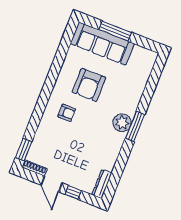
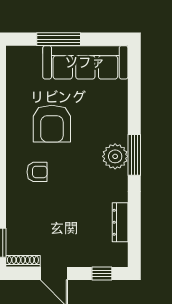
sofa: (102, 44) -> (85, 62), moved
dresser: (102, 184) -> (120, 222), moved
window: (73, 192) -> (102, 274), moved

